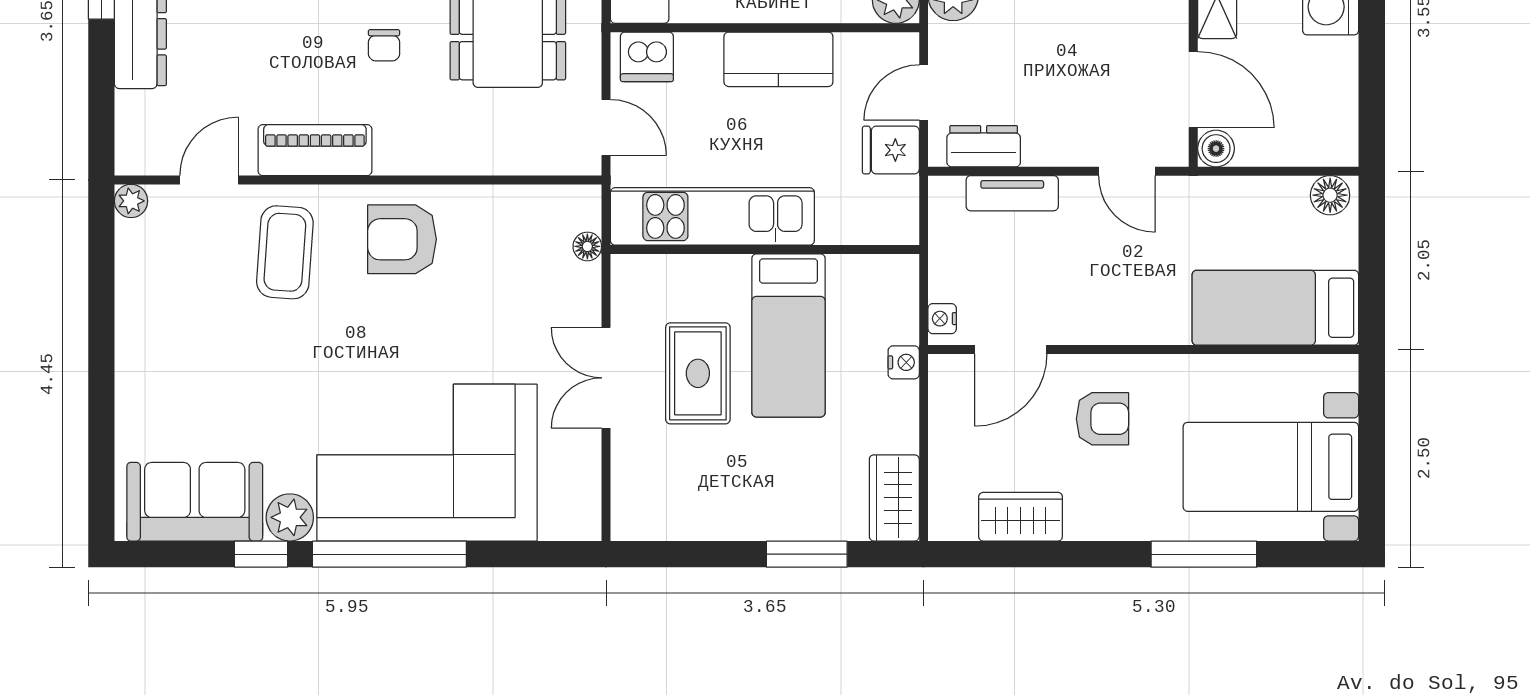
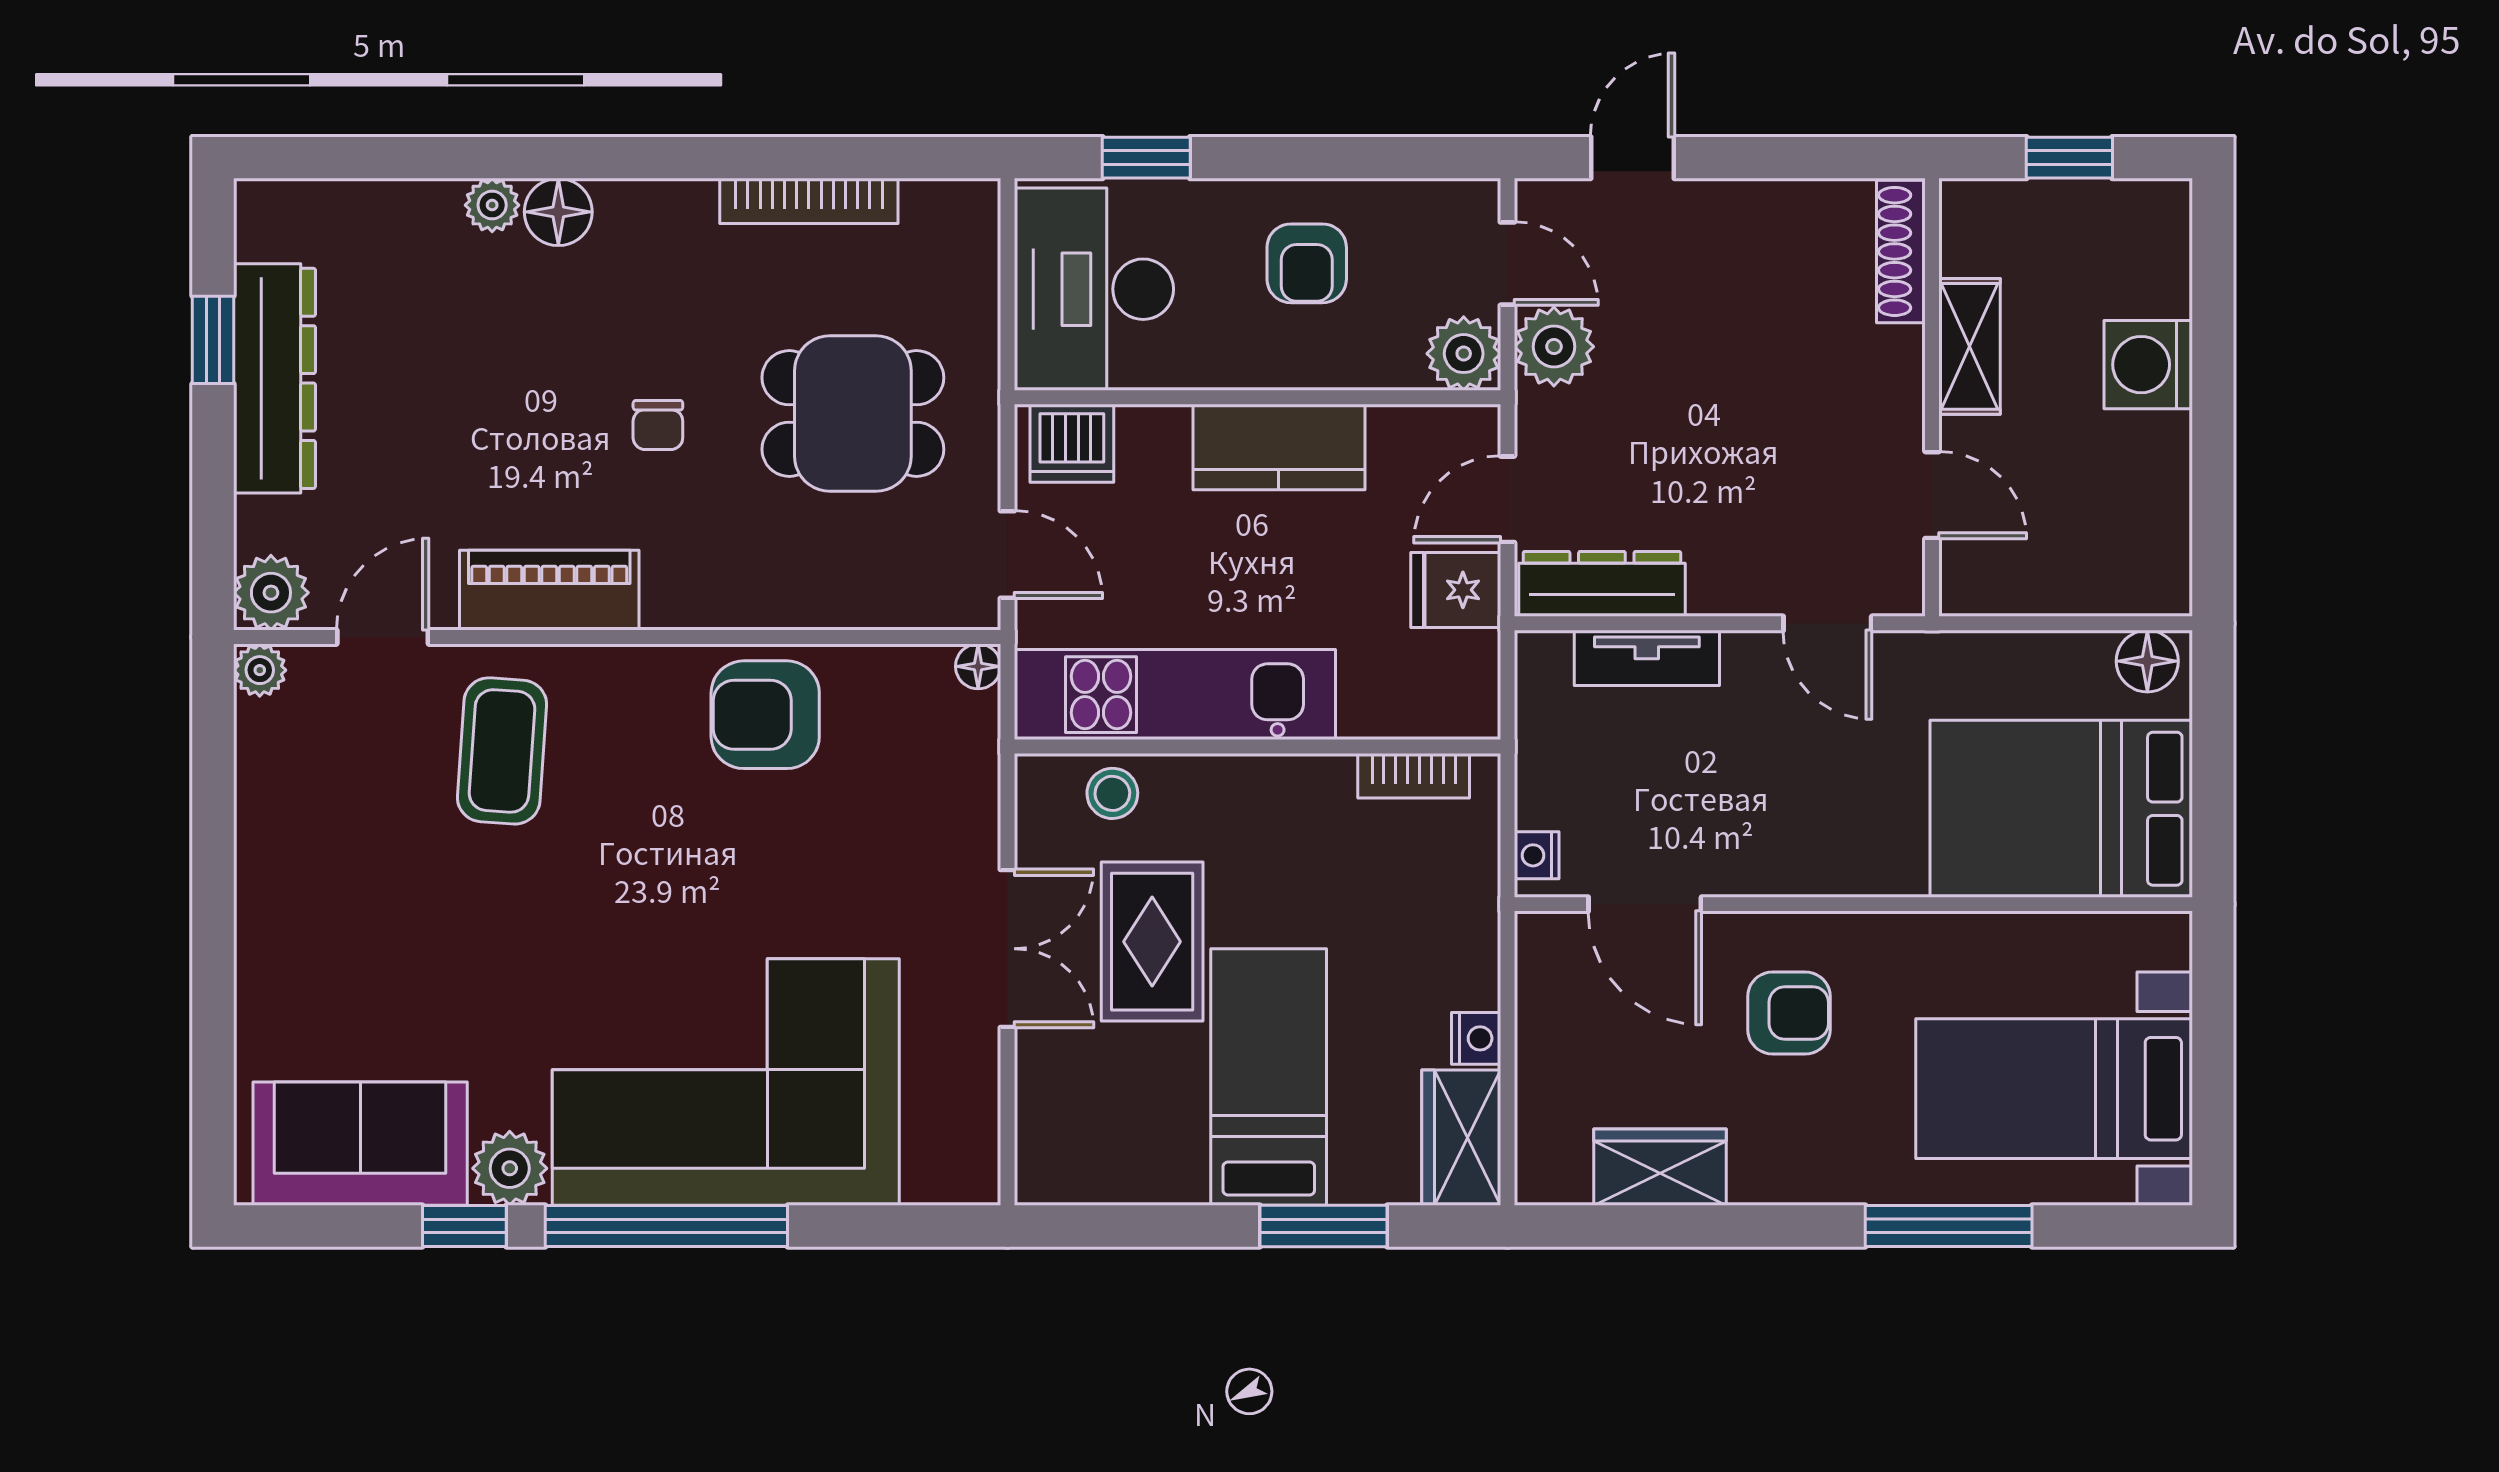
door: (1193, 90) -> (1932, 495), width x0.73
dresser: (984, 146) -> (1602, 584), width x1.44
boiler: (1216, 149) -> (1968, 588), removed
plant: (138, 152) -> (271, 593), added
armchair: (402, 239) -> (765, 715), moved
floor lamp: (587, 246) -> (978, 666), moved
bookcase: (864, 268) -> (1414, 776), added
stool: (673, 279) -> (1112, 793), added
bed: (1275, 308) -> (2061, 809), width x1.50
bed: (788, 335) -> (1269, 1077), moved, turned 180
door: (1011, 350) -> (1645, 904), hinge flipped
nightstand: (904, 362) -> (1476, 1038), moved
double door: (606, 378) -> (1007, 949), swing flipped

